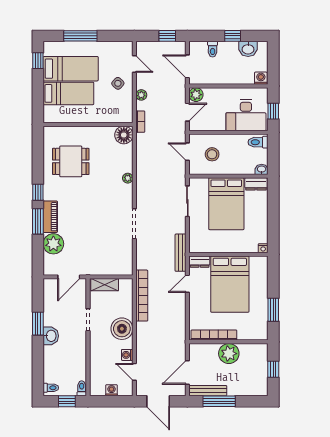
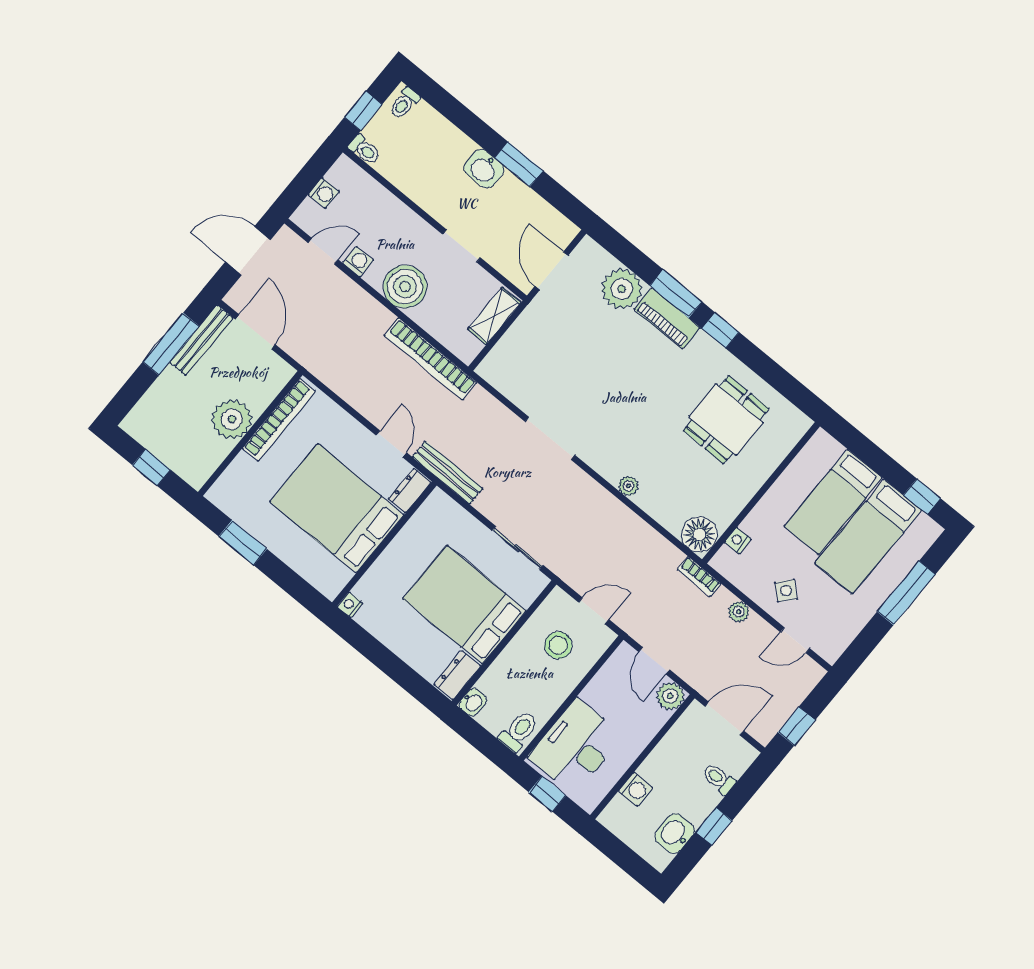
washing machine: (261, 78) -> (636, 789), moved
nightstand: (114, 118) -> (738, 541), added

